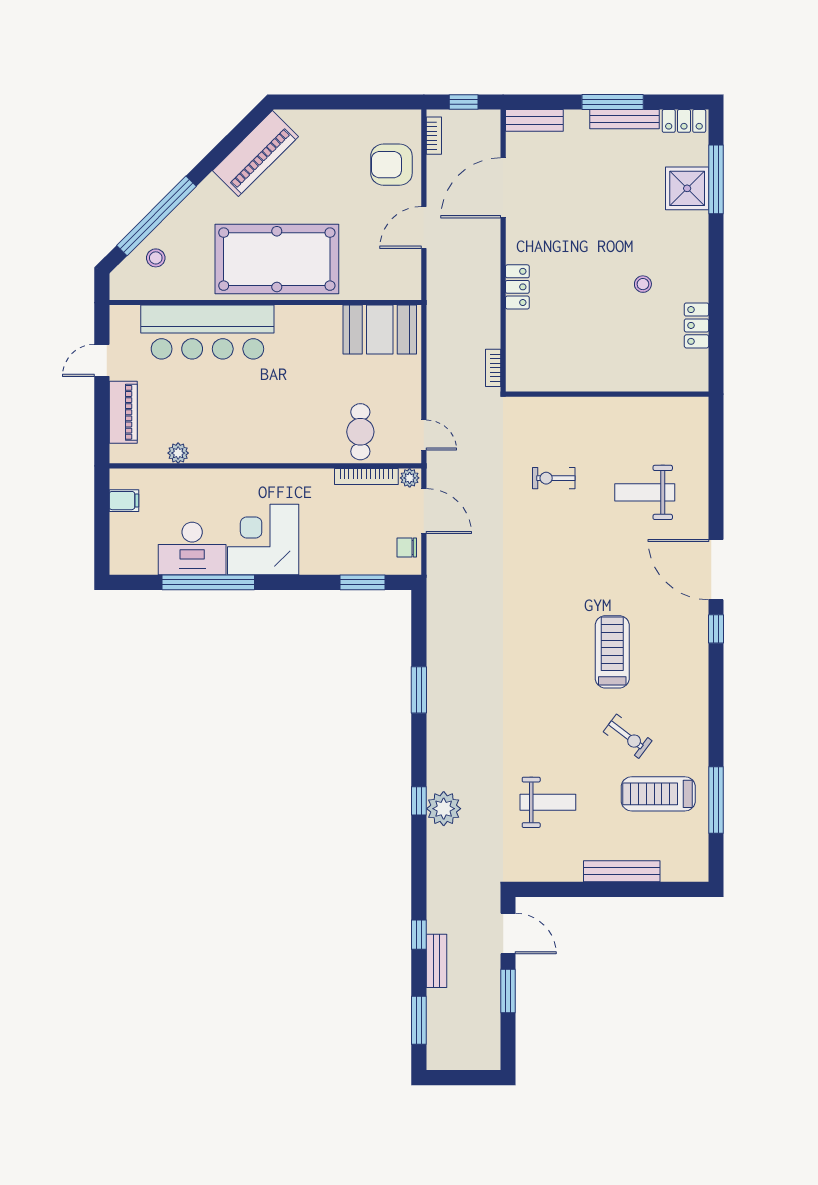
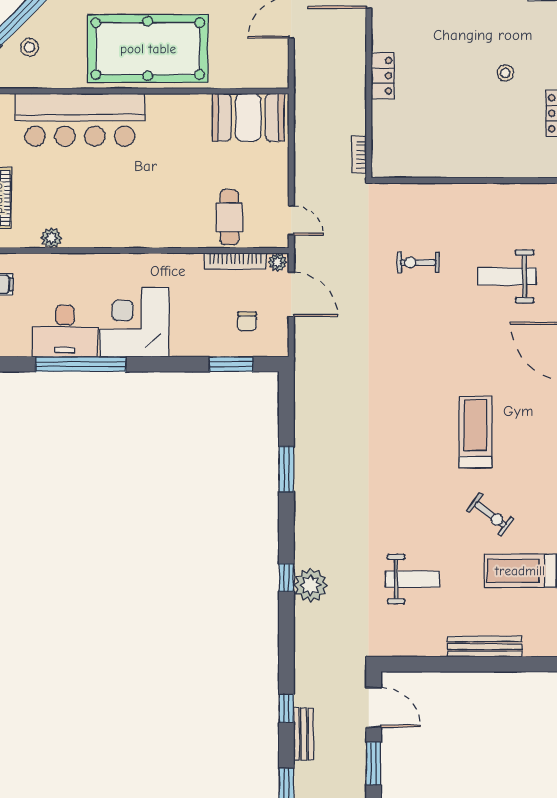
chair: (407, 548) -> (247, 321), moved, turned -90

